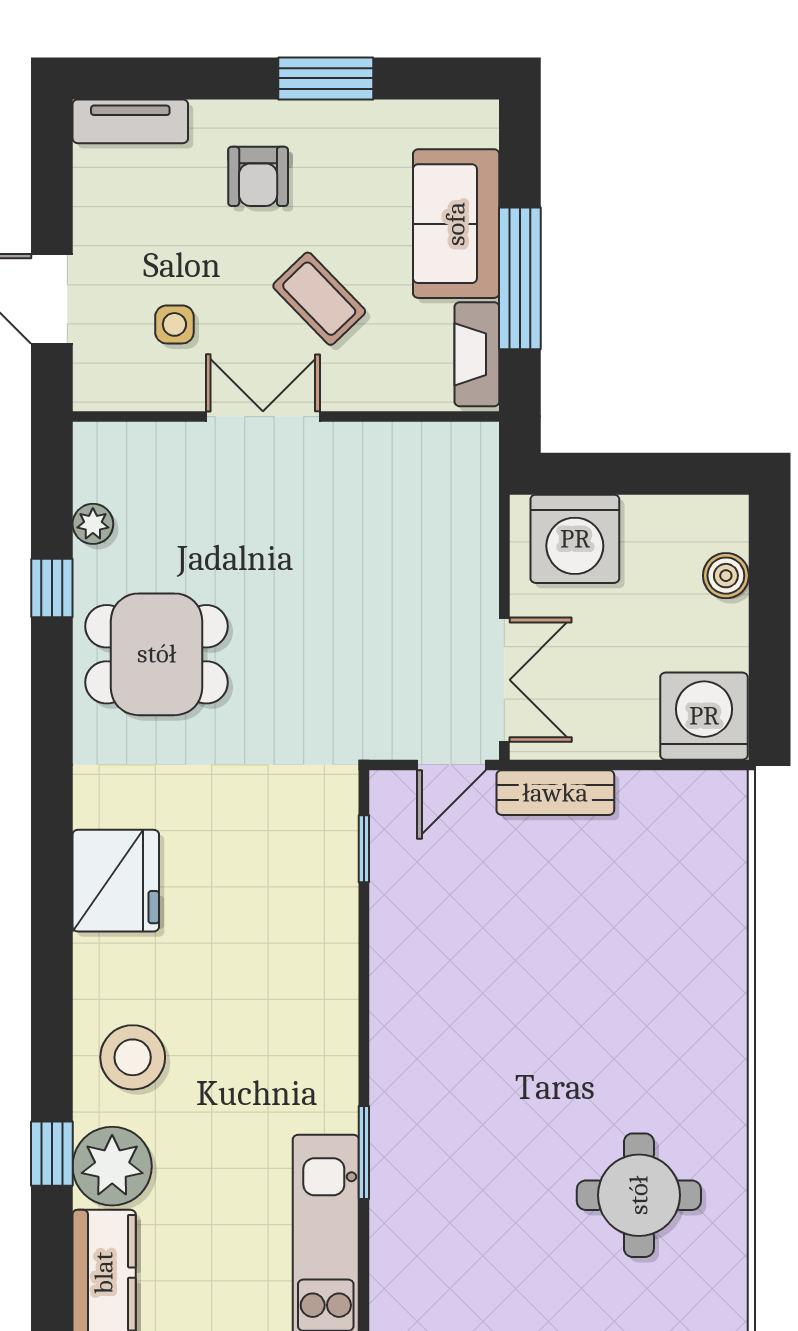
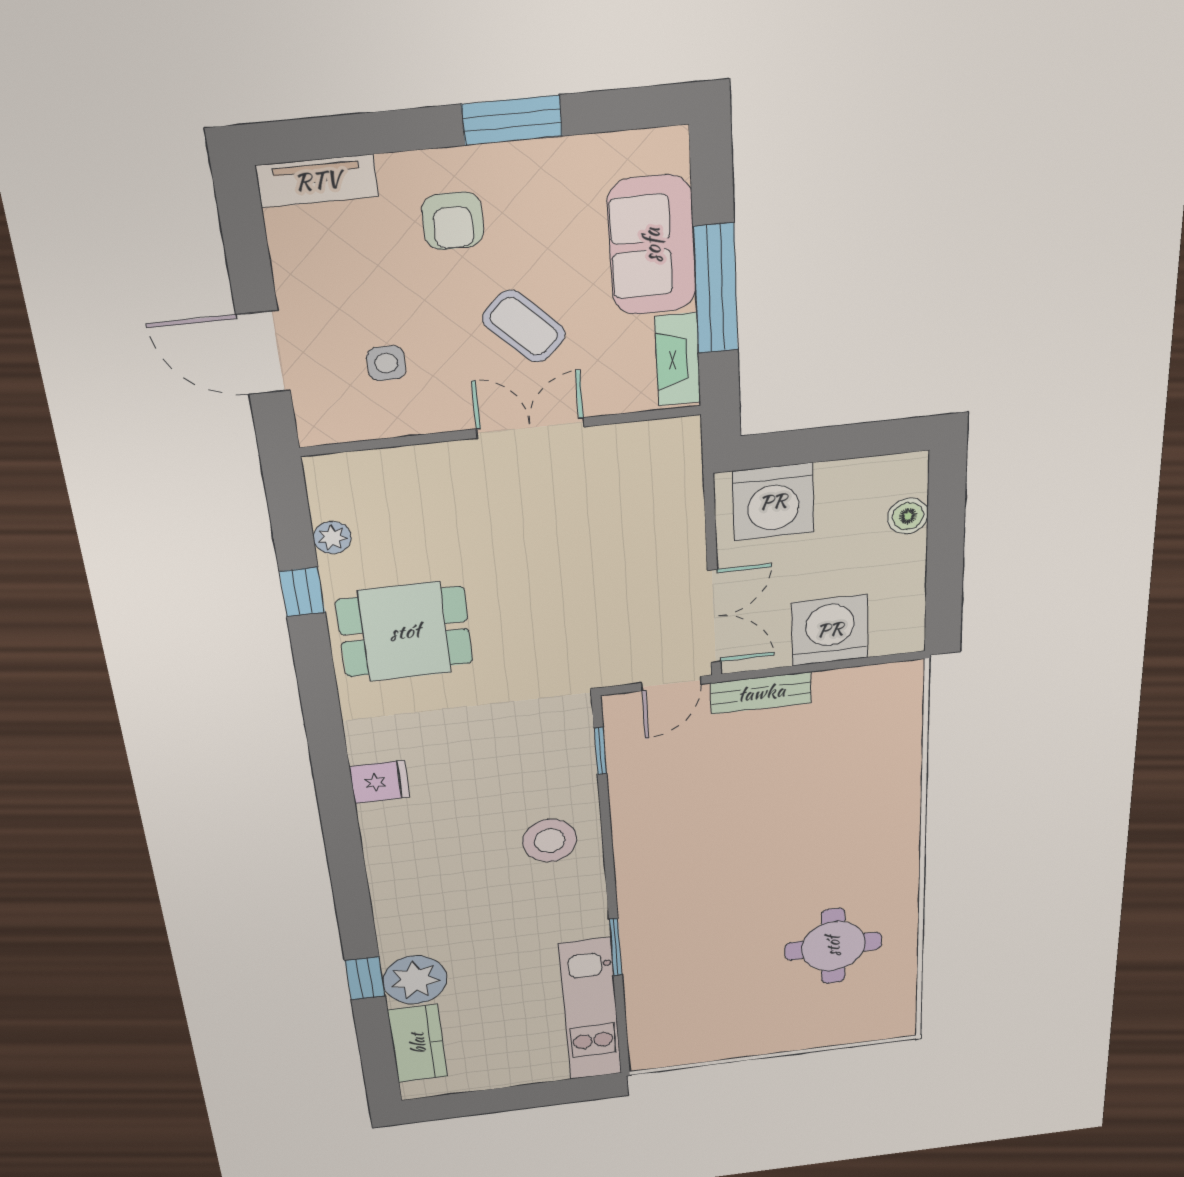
double door: (263, 417) -> (530, 428), moved
washing machine: (704, 716) -> (830, 630), moved
fridge: (116, 881) -> (380, 782), width x0.53, depth x0.75
stool: (133, 1057) -> (550, 841), moved

